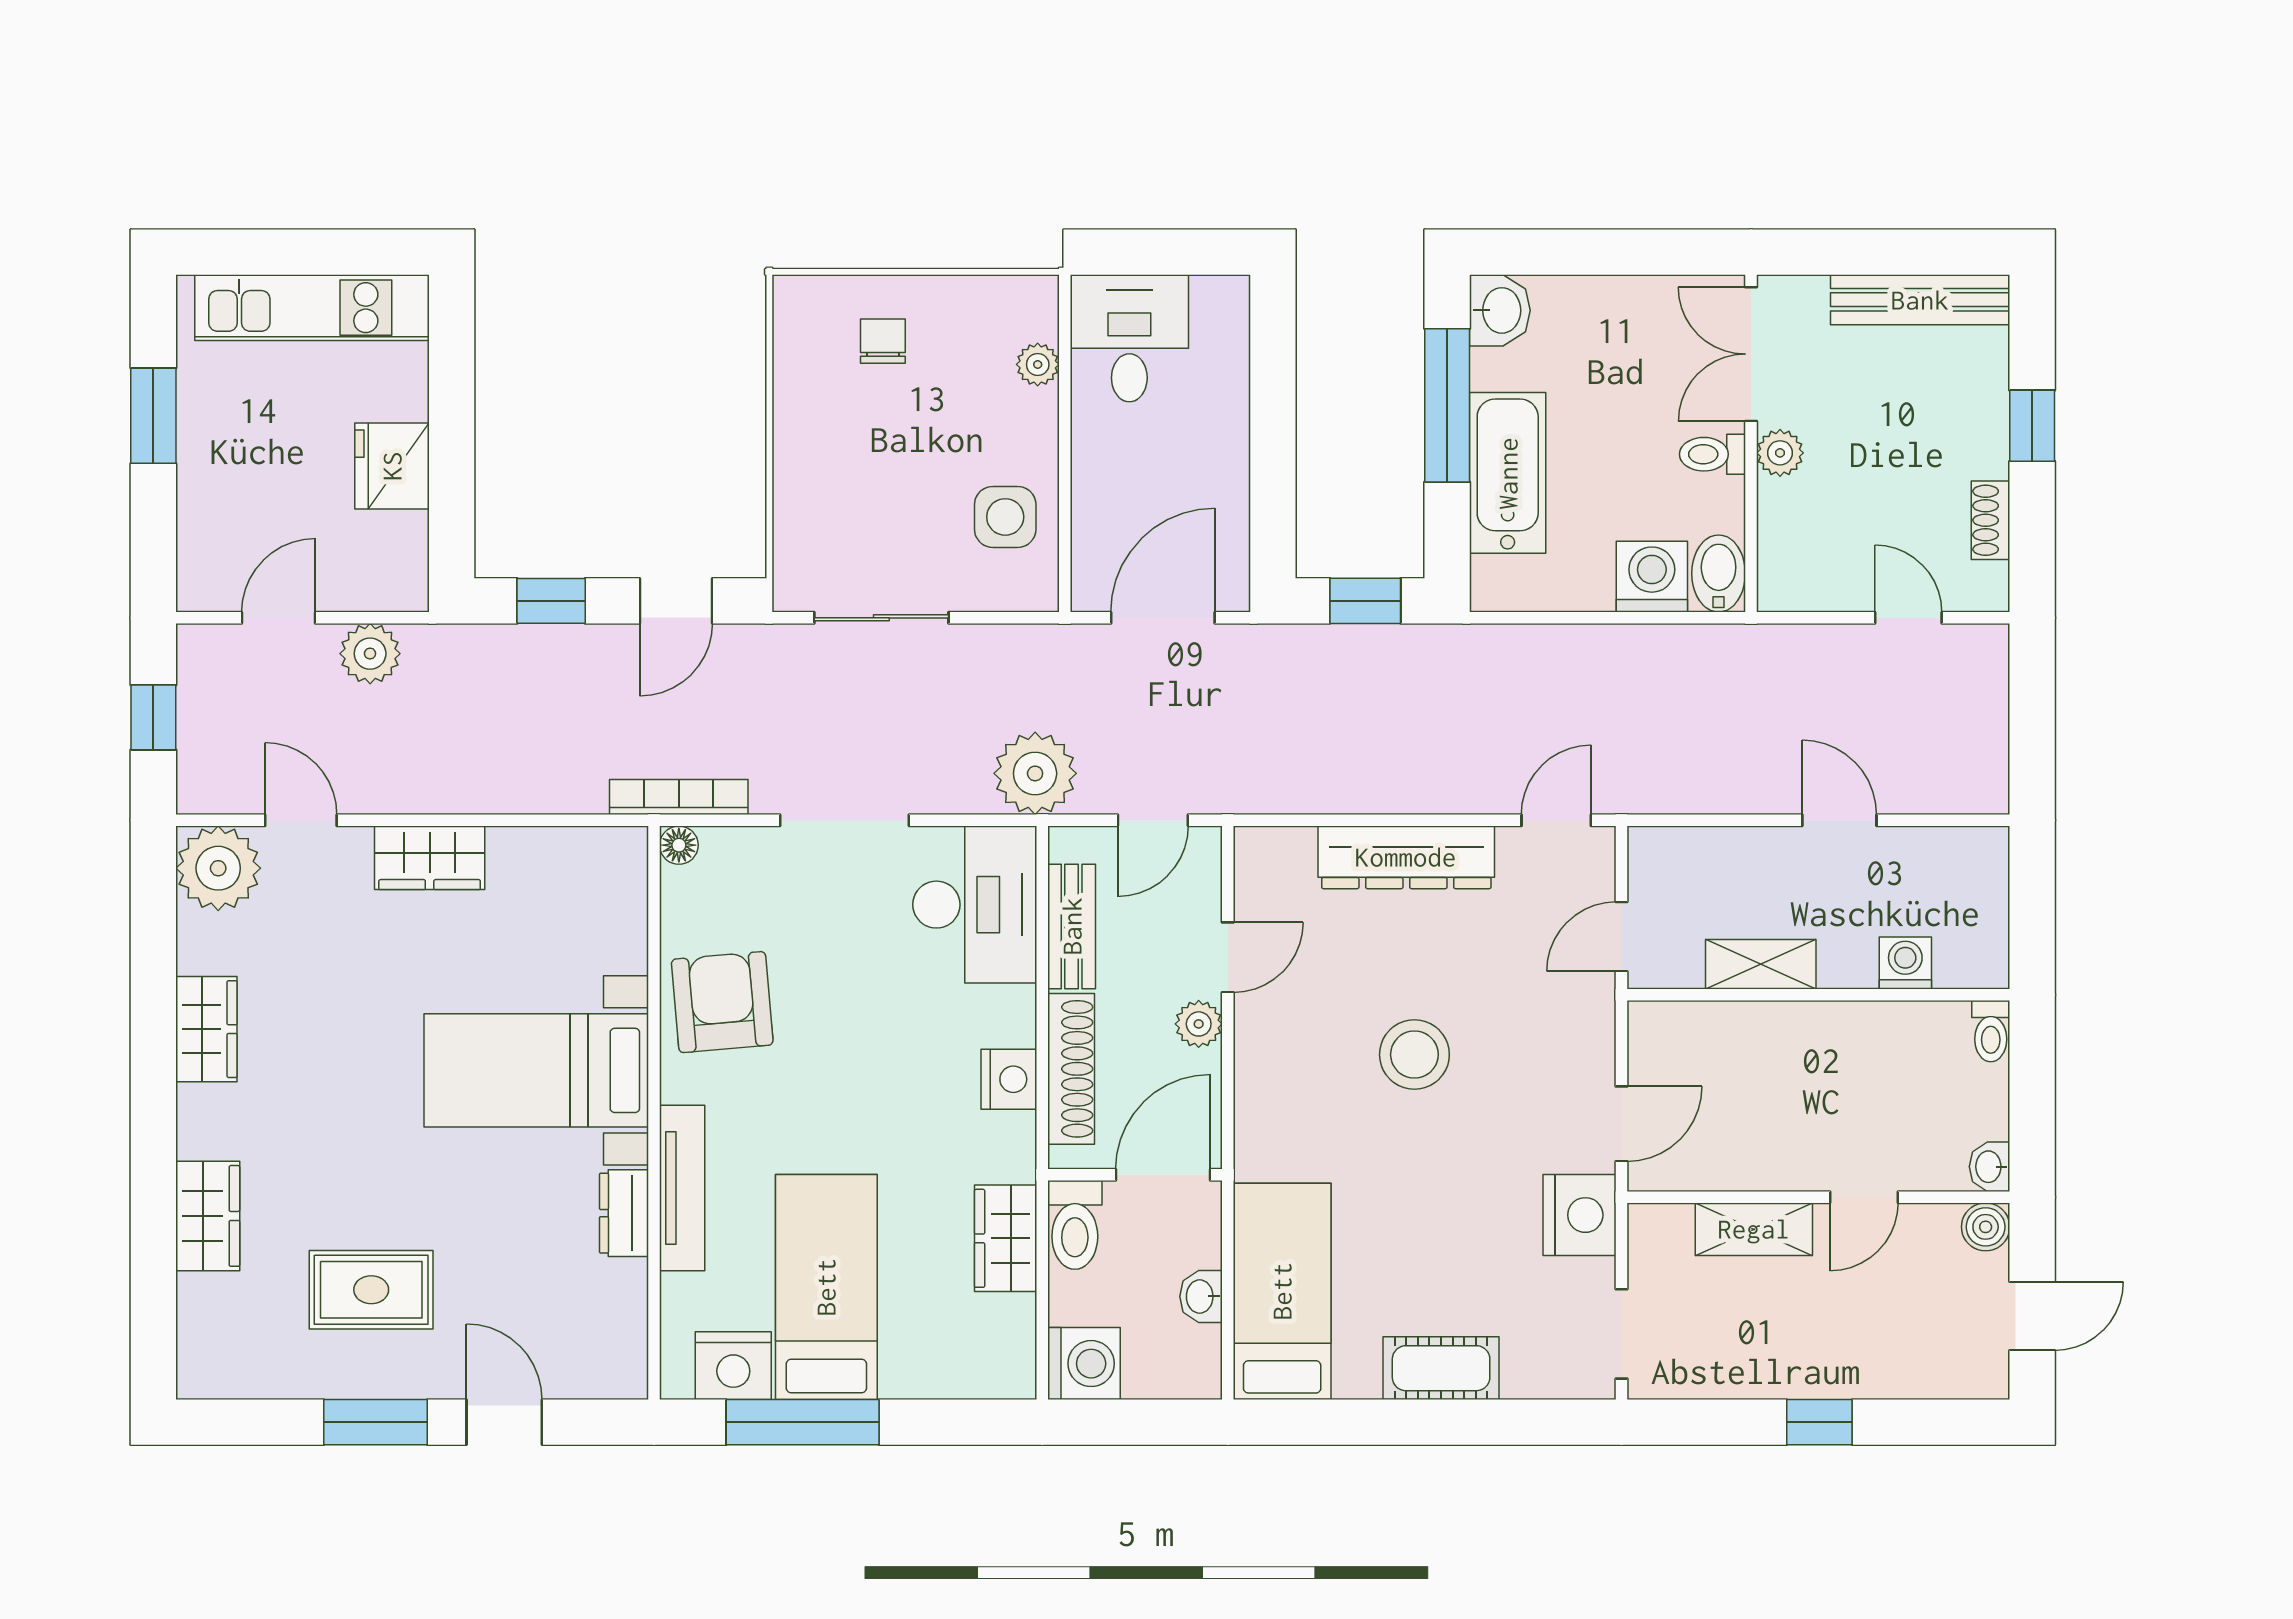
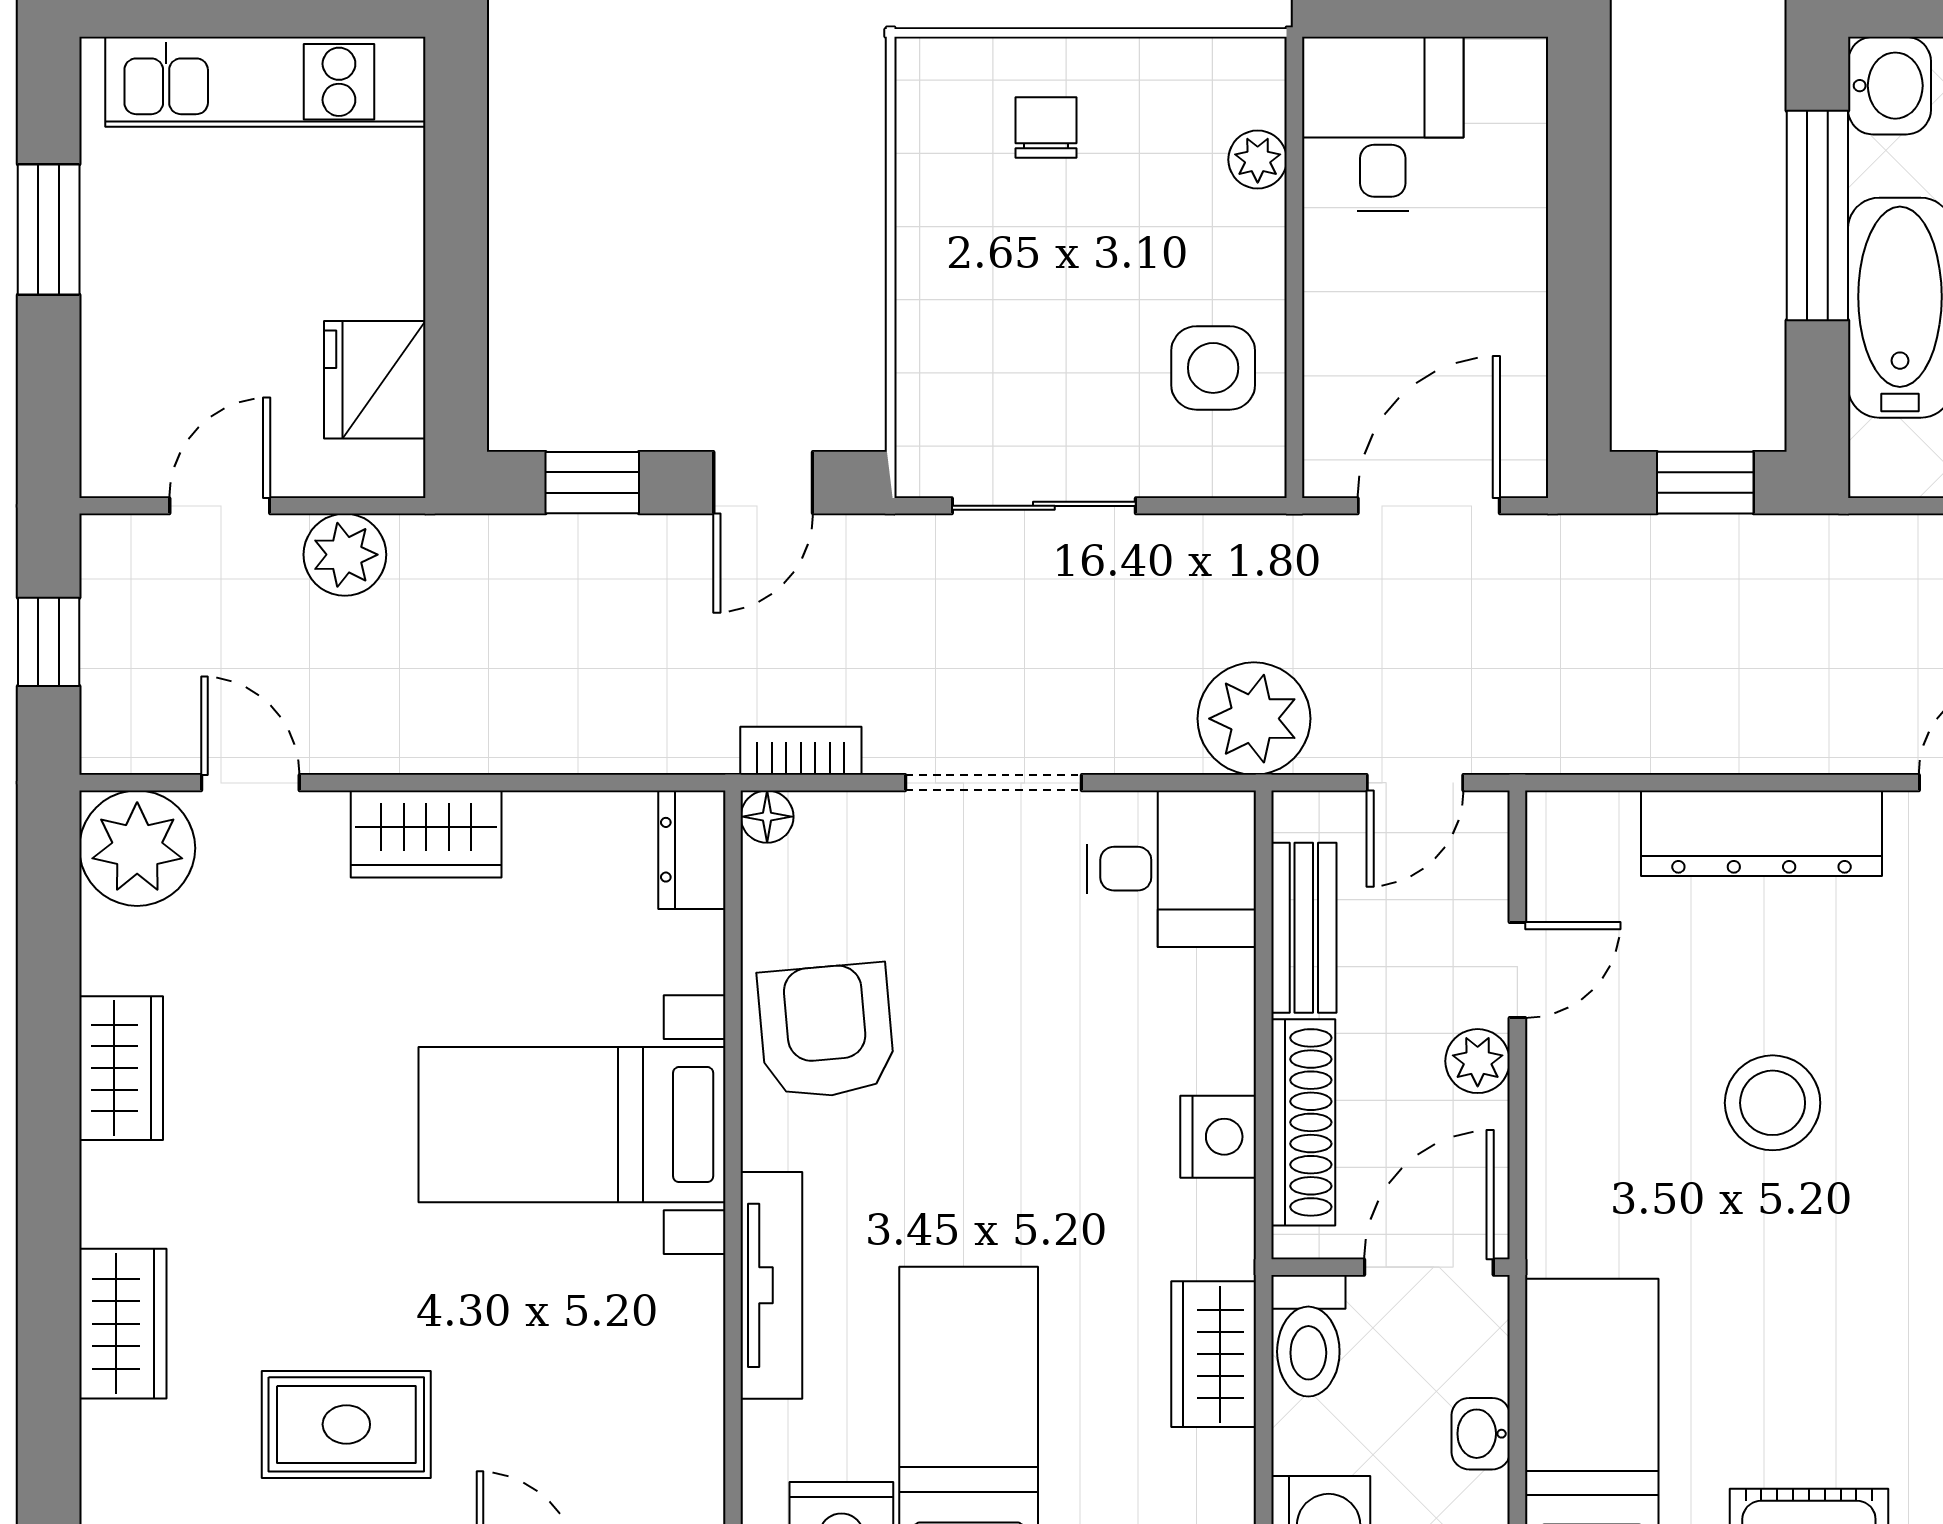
fridge: (392, 466) -> (375, 380), moved
bookcase: (679, 797) -> (801, 751), width x0.64
desk: (975, 905) -> (1171, 869), width x0.73
dresser: (624, 1213) -> (692, 850), moved

